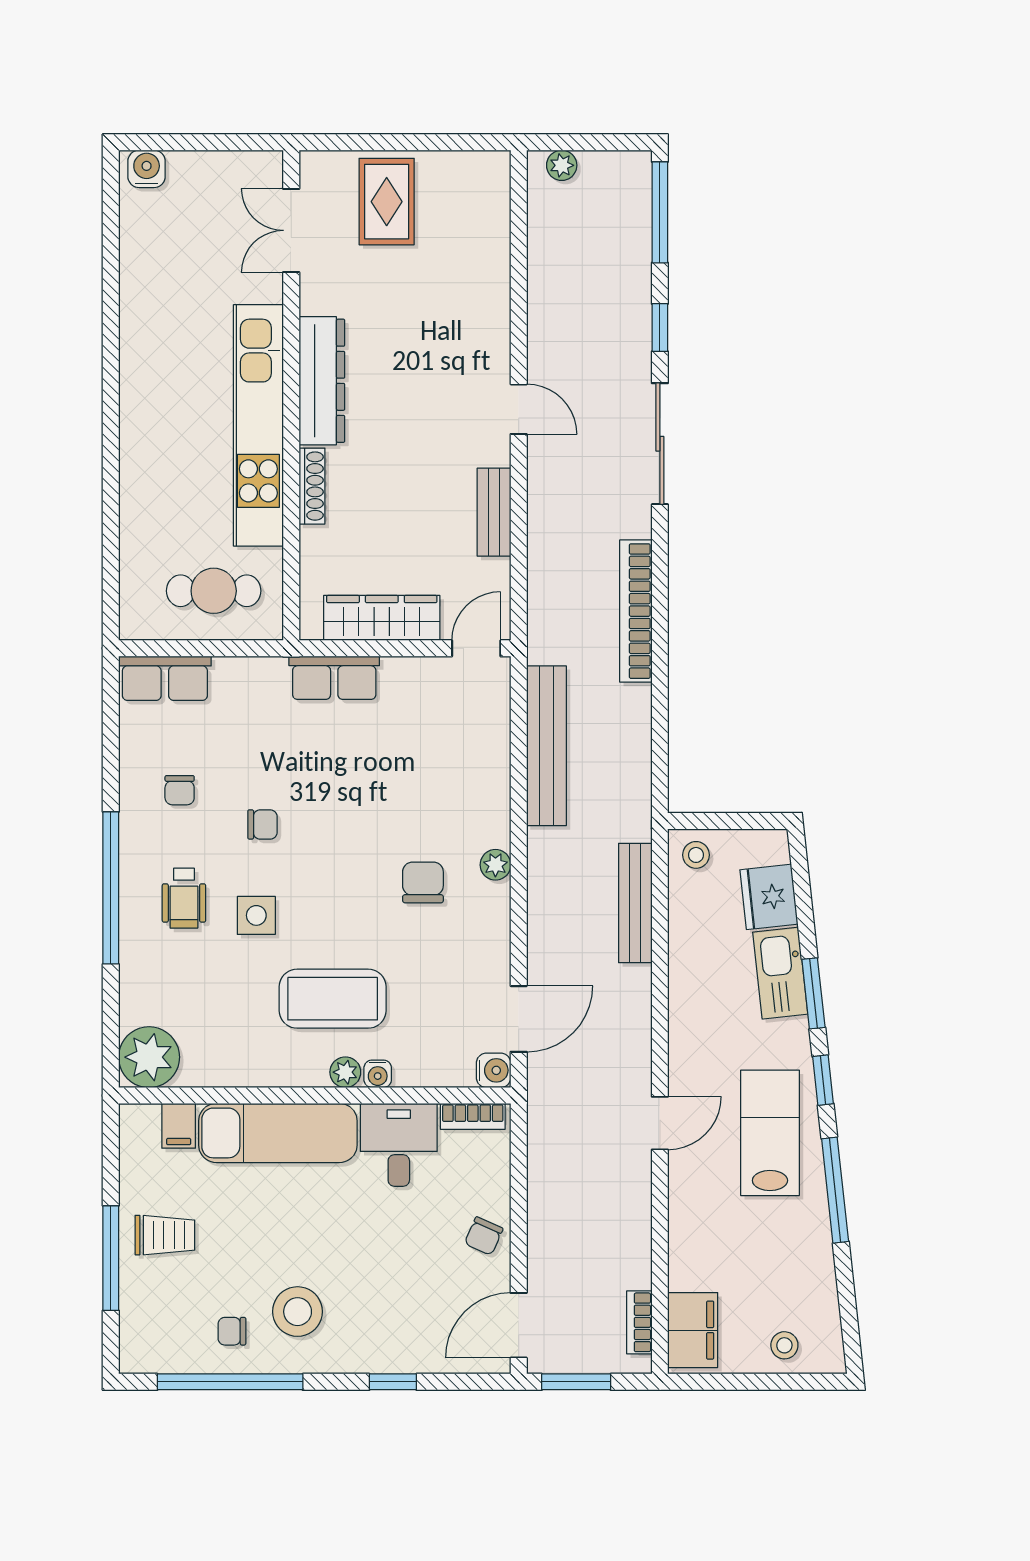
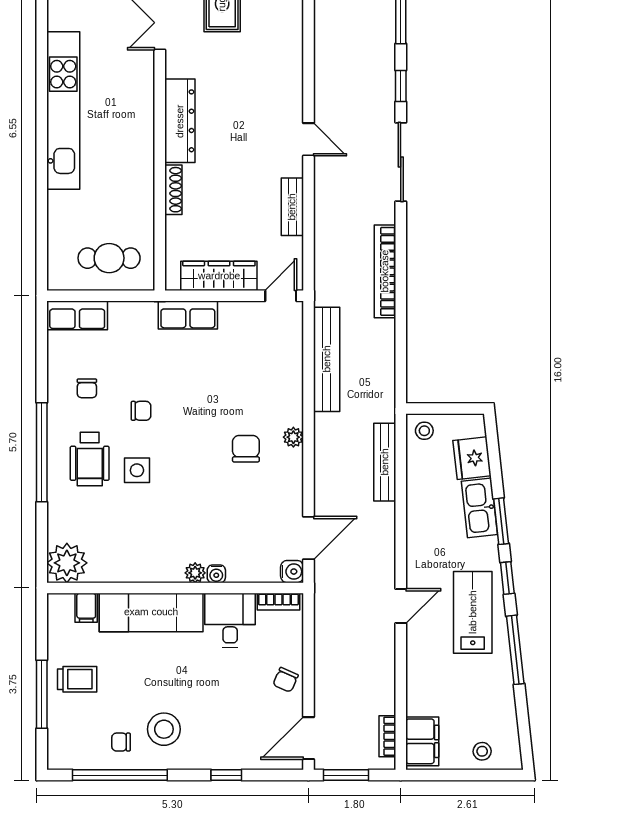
kitchen unit: (258, 425) -> (63, 110), moved, turned 180
wheelchair: (184, 898) -> (90, 459), width x1.36, depth x1.37
coffee table: (333, 999) -> (187, 525), removed

